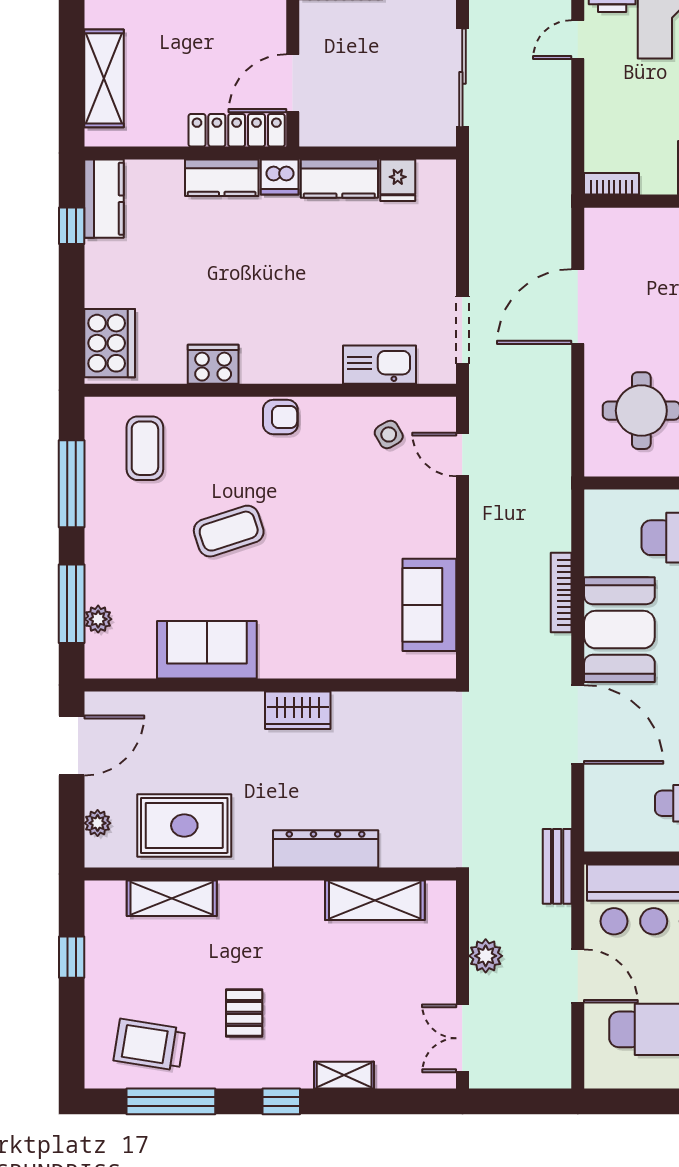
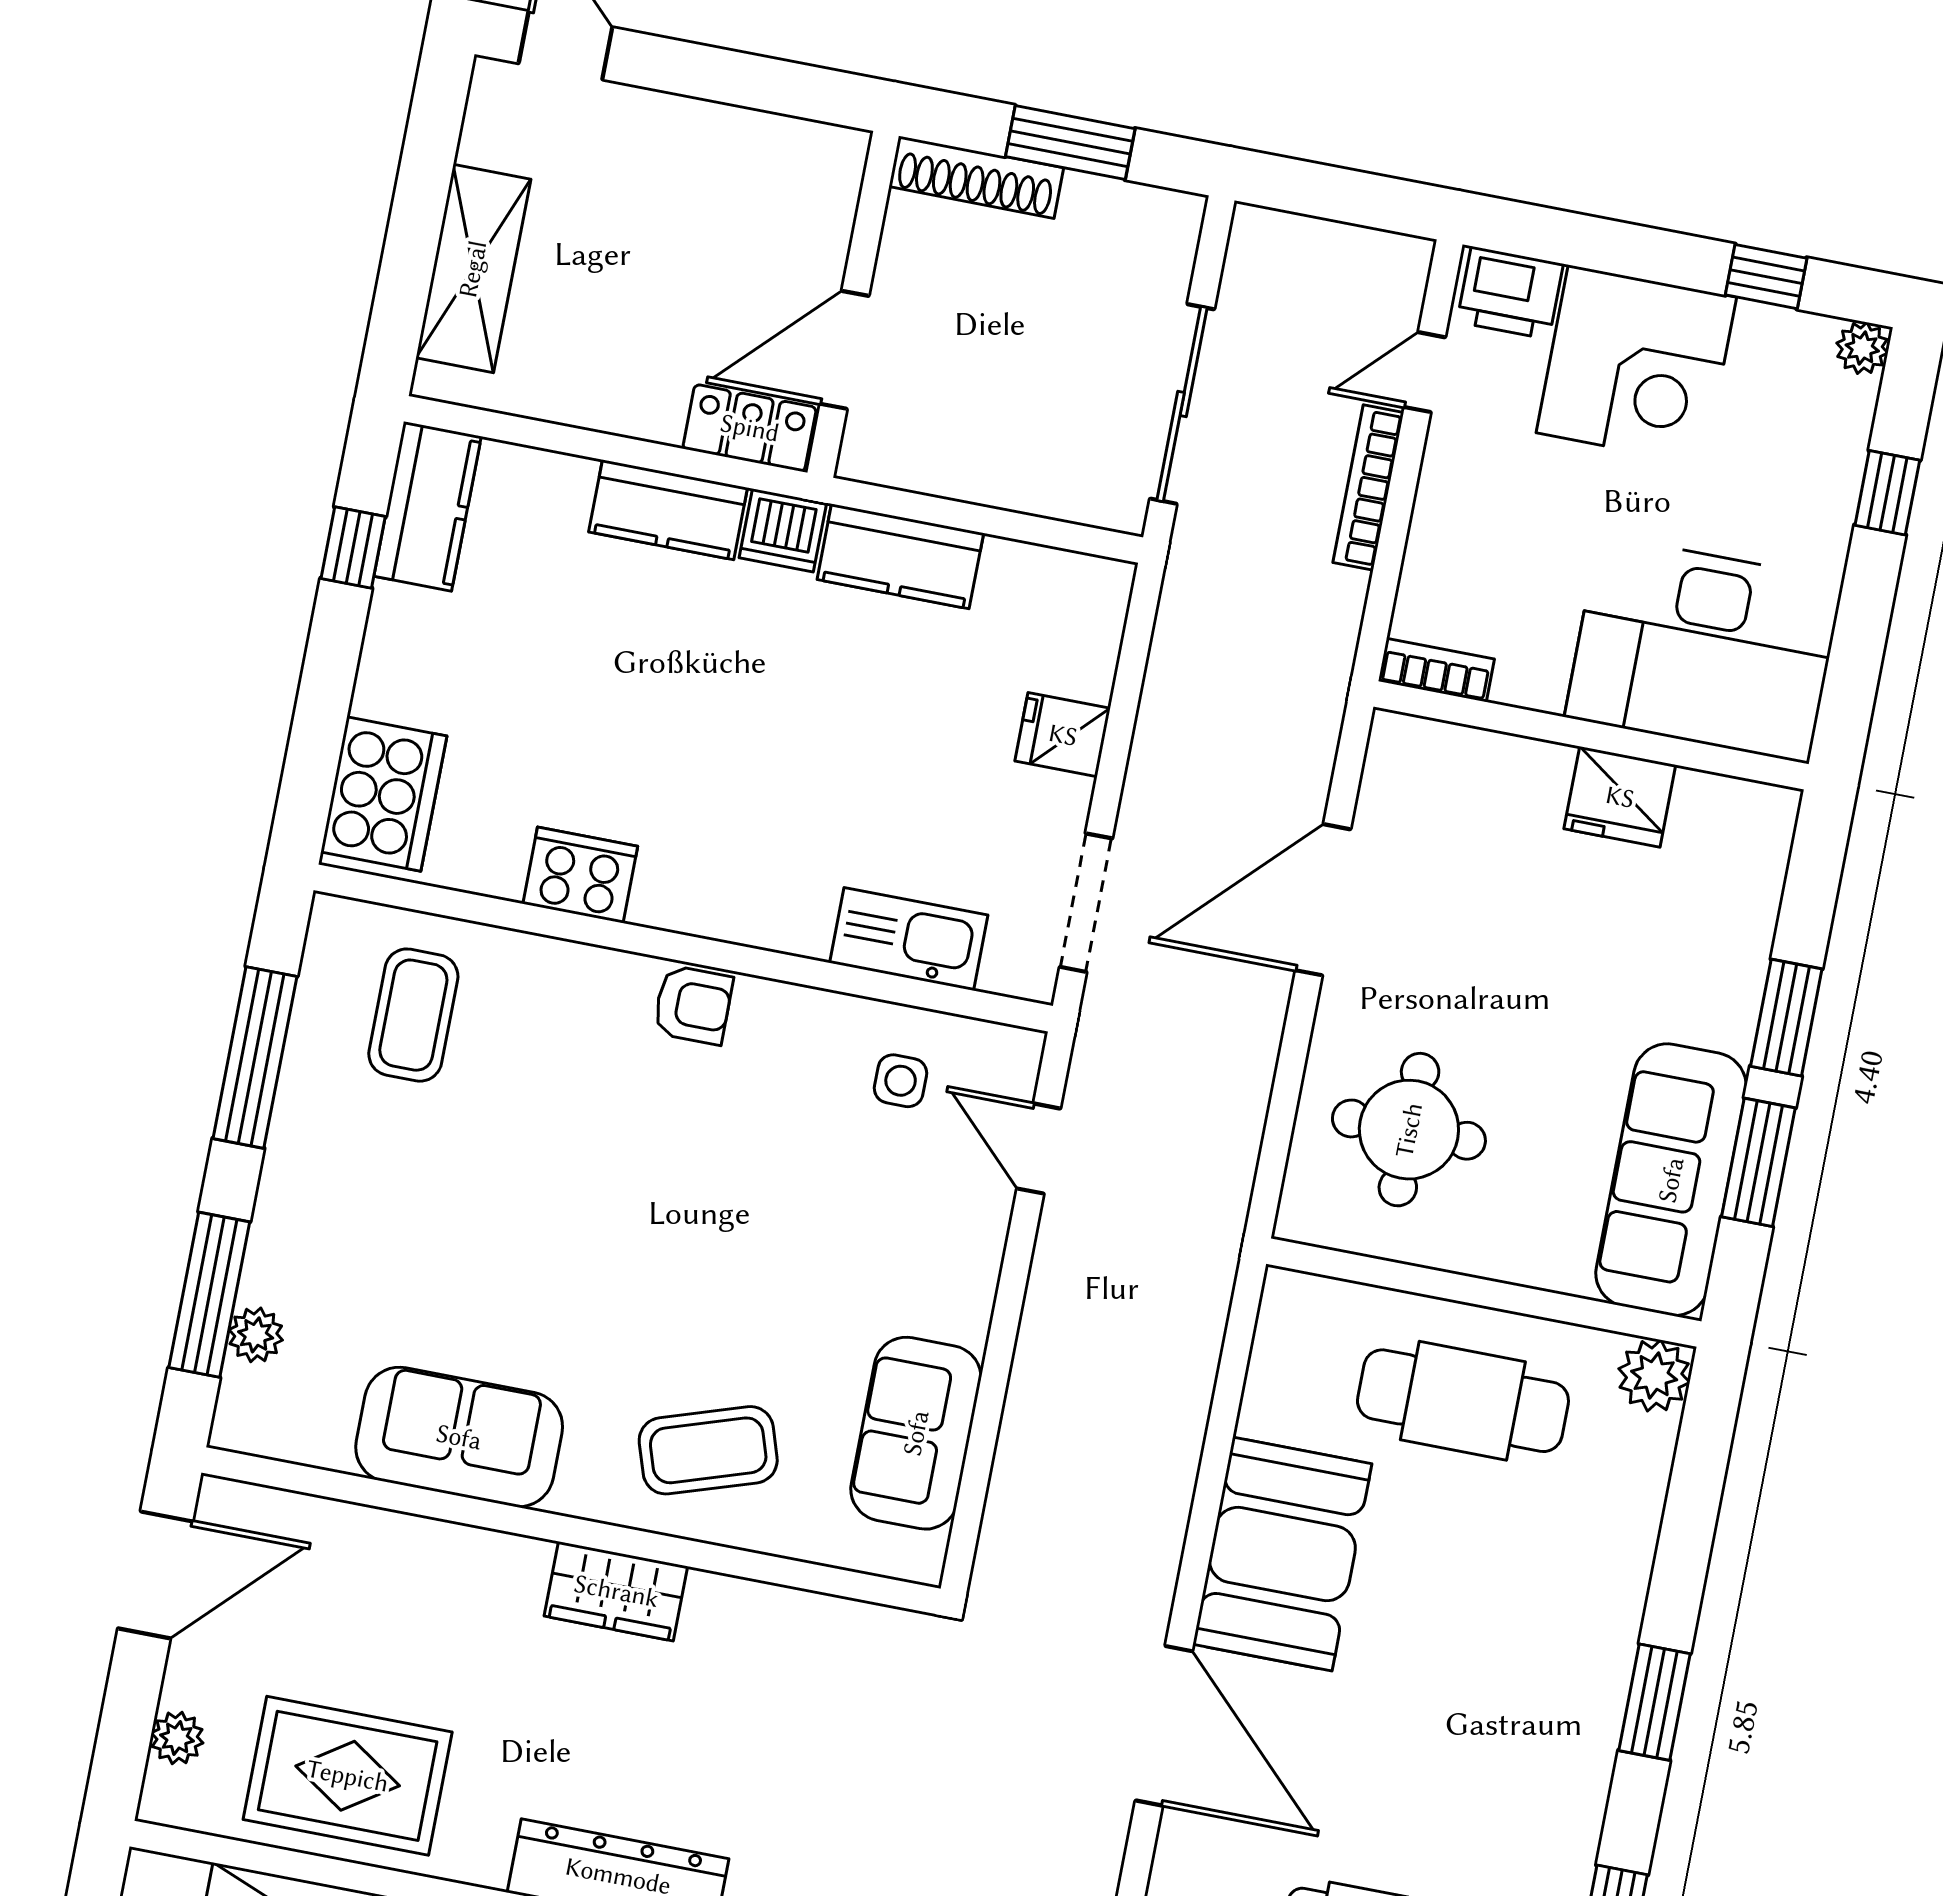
locker: (237, 130) -> (750, 428), width x0.66
fridge: (398, 180) -> (1063, 735), moved, turned 90
side table: (389, 434) -> (901, 1081), turned 30
coffee table: (229, 531) -> (708, 1450), moved
bookcase: (561, 592) -> (1368, 487), moved

